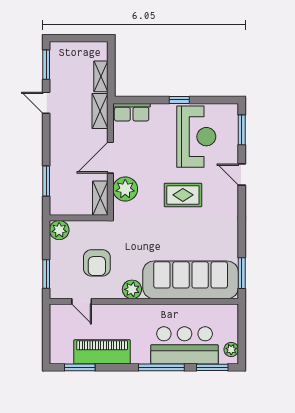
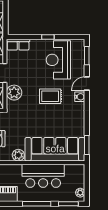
reception desk: (196, 137) -> (58, 60), turned 180
door: (242, 175) -> (87, 84), hinge flipped
water cooler: (231, 196) -> (80, 97), added
bar counter: (185, 345) -> (43, 176), moved, turned 180

